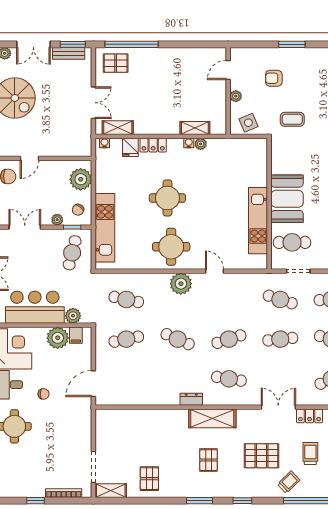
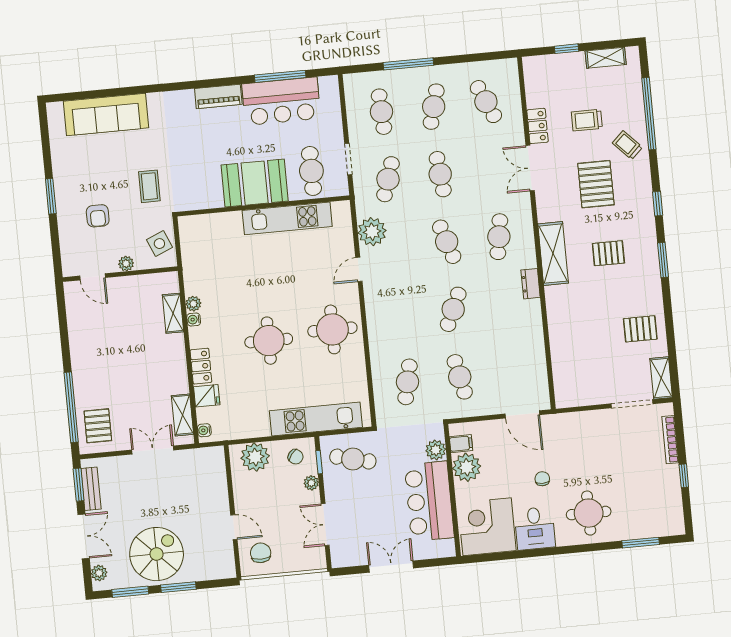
plant: (181, 284) -> (372, 232), moved

